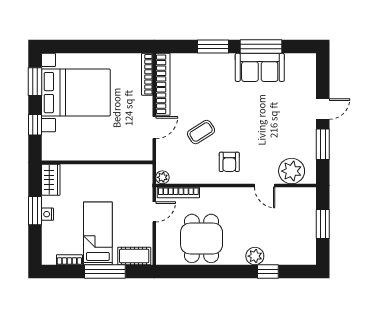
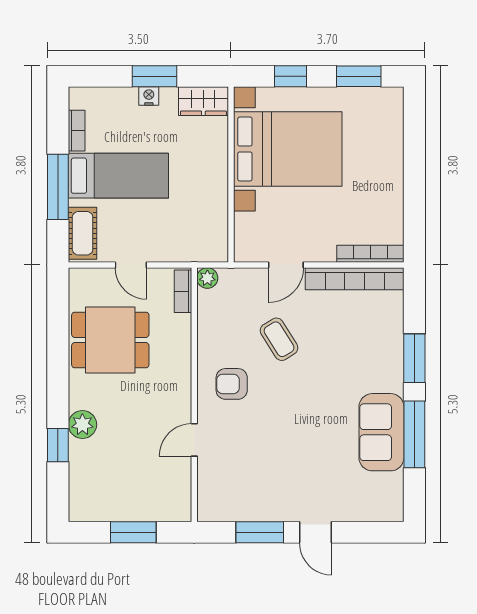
bed with nightstands: (76, 93) -> (288, 149), moved, turned -90
door: (154, 128) -> (286, 265), hinge flipped
plant: (292, 171) -> (217, 483), removed
bookcase: (178, 193) -> (183, 291), width x0.64
door: (154, 212) -> (131, 265), moved

